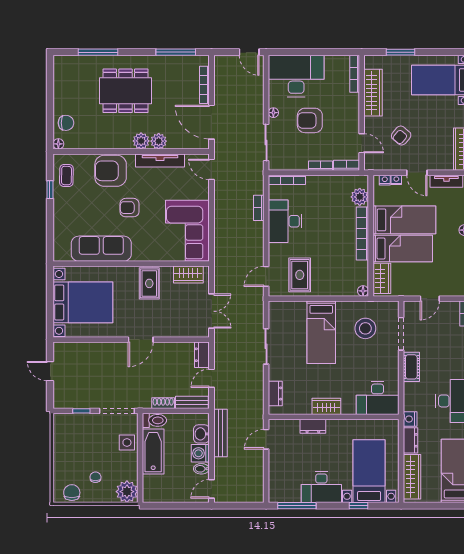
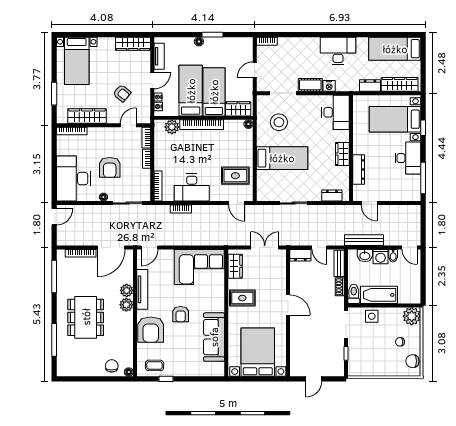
door: (430, 299) -> (255, 70), swing flipped
nightstand: (410, 419) -> (329, 86), moved
dresser: (313, 426) -> (359, 169), width x1.44

